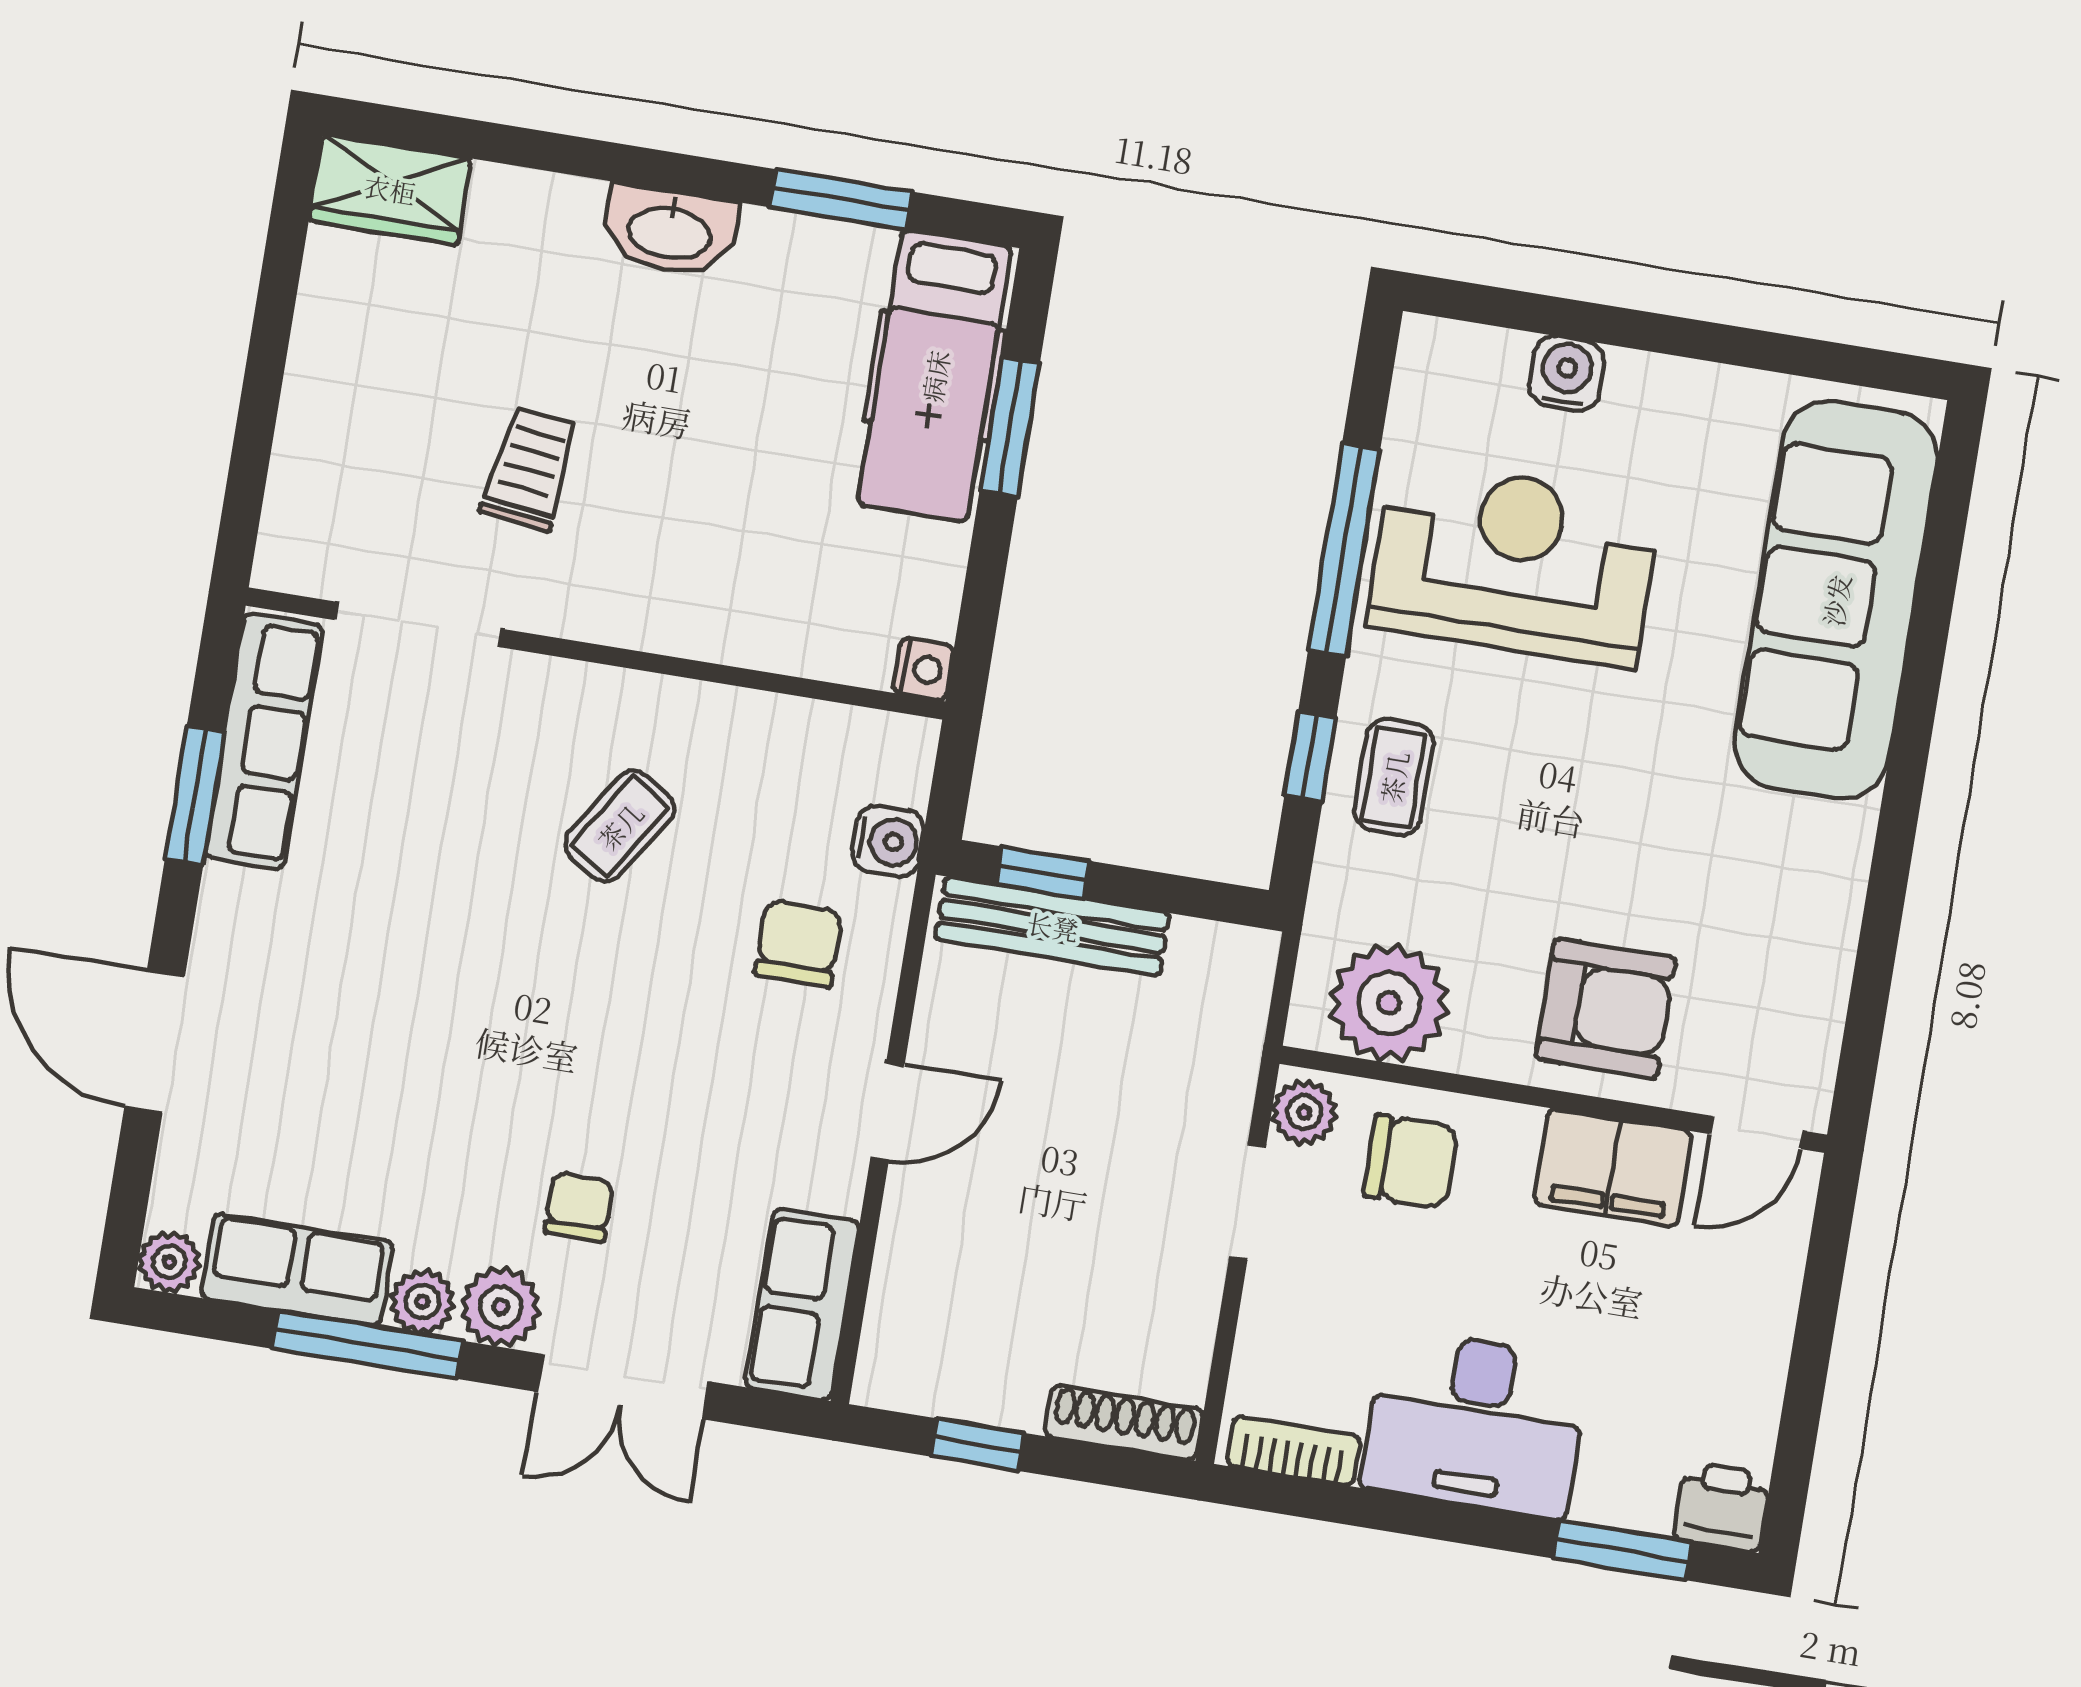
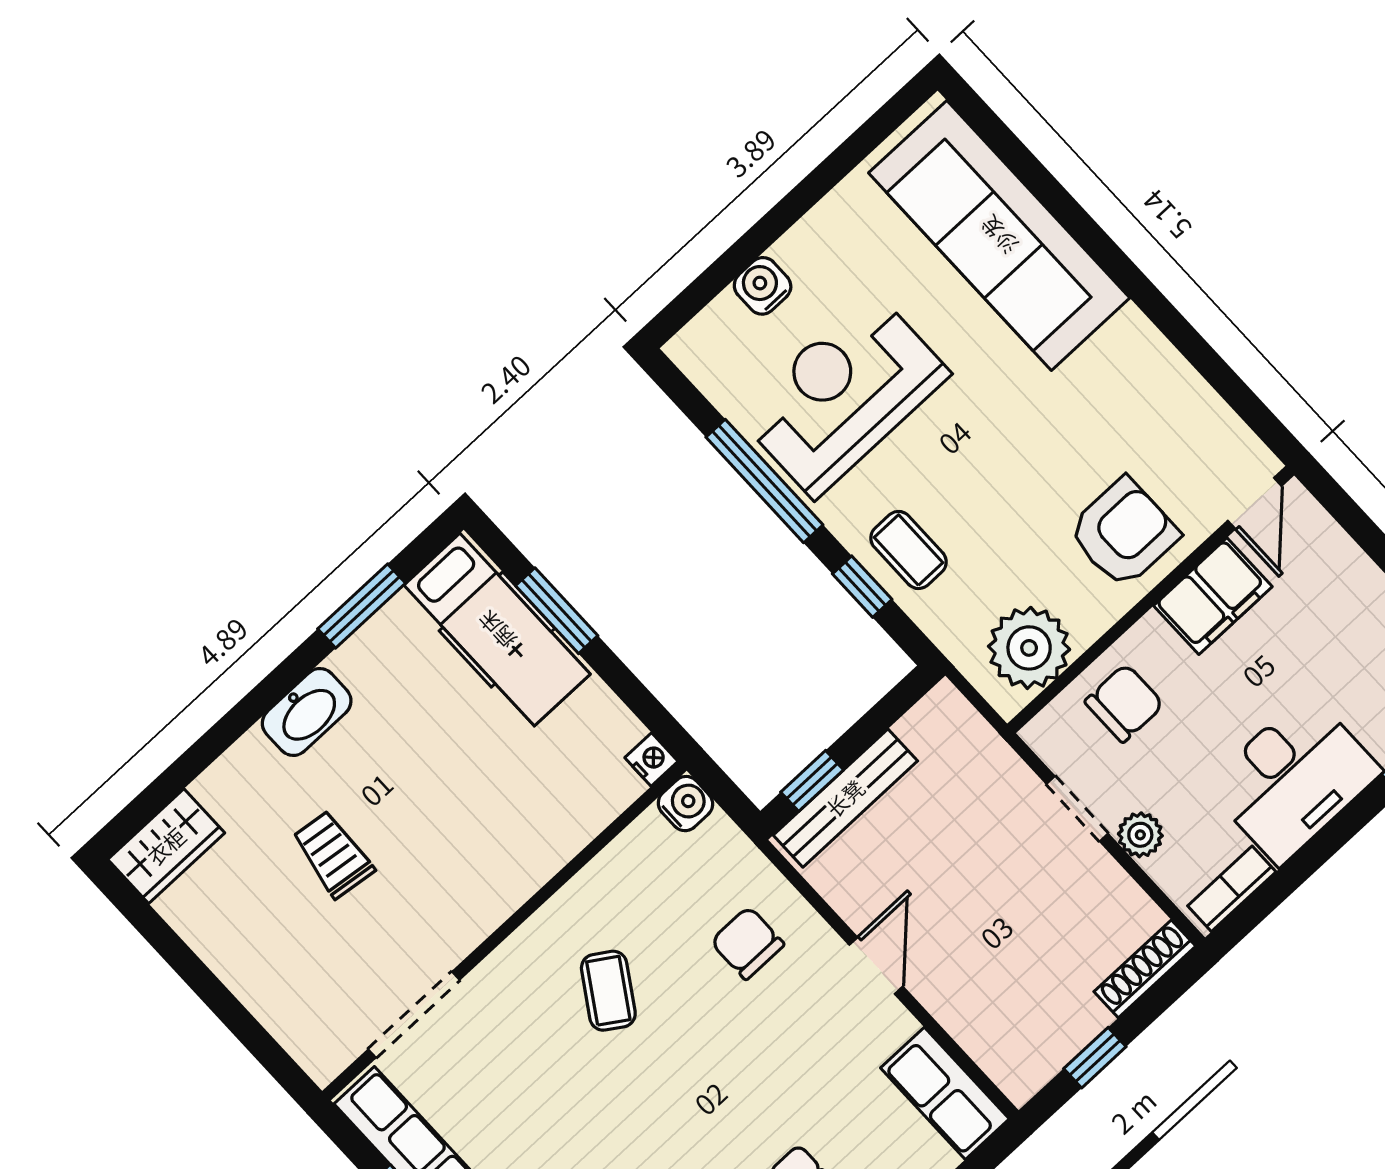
trolley: (530, 469) -> (333, 854), moved
water cooler: (888, 841) -> (686, 804), moved
plant: (1304, 1112) -> (1140, 835), moved

